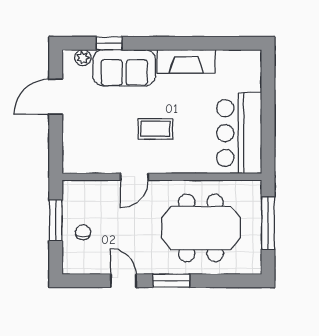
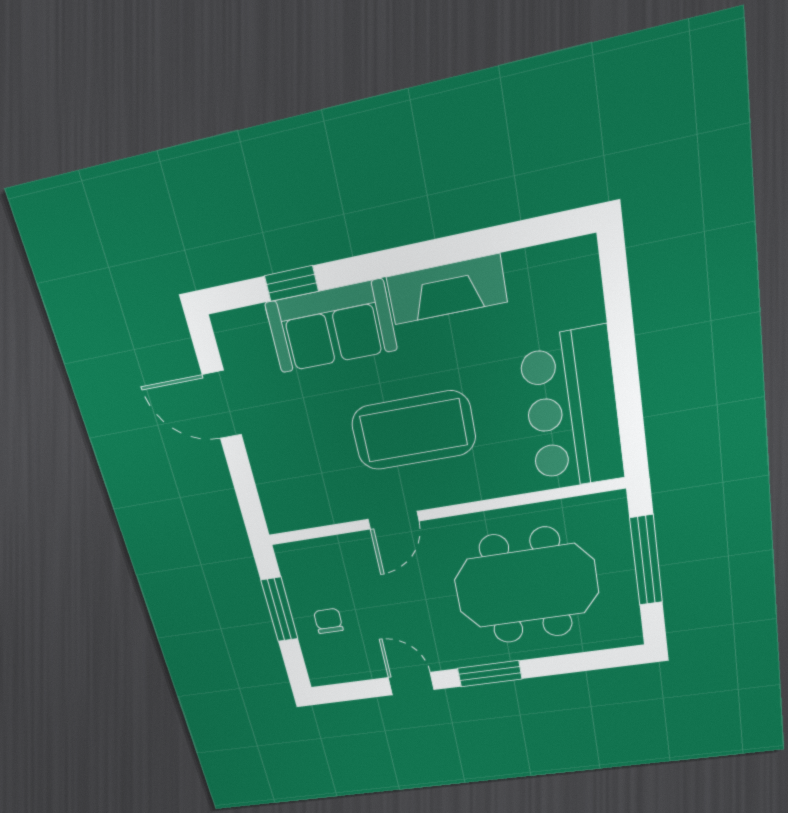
plant: (83, 58) -> (251, 322), removed
door: (56, 97) -> (222, 405), hinge flipped
coffee table: (155, 129) -> (413, 431), width x1.86, depth x1.72

